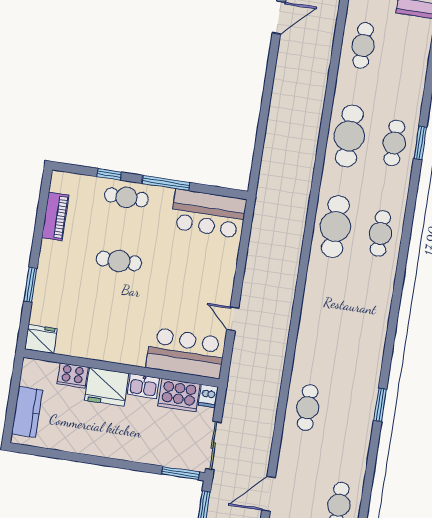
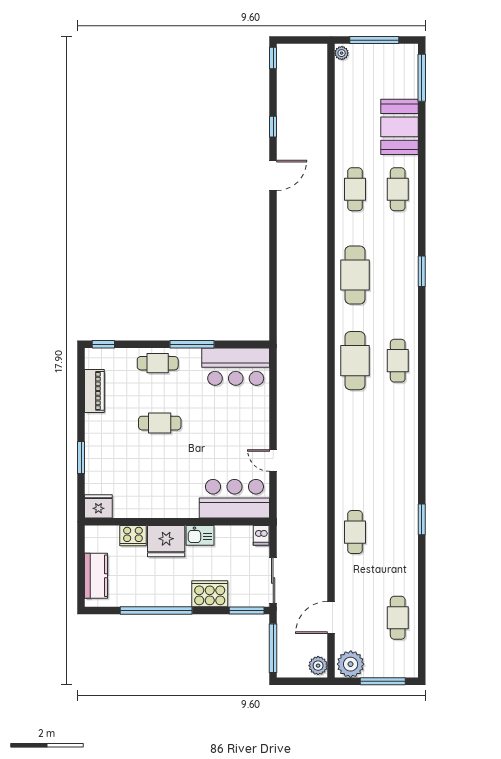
cafe table: (394, 143) -> (398, 189), moved
window: (109, 174) -> (103, 344), moved
cooker: (179, 395) -> (210, 594), moved, turned 180
window: (85, 458) -> (156, 611), added

